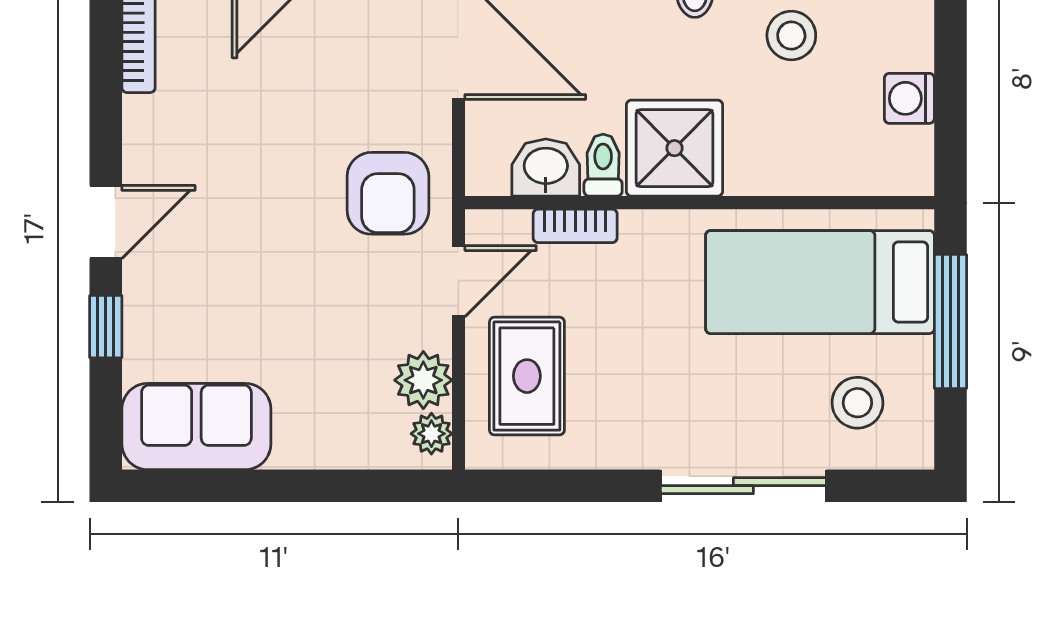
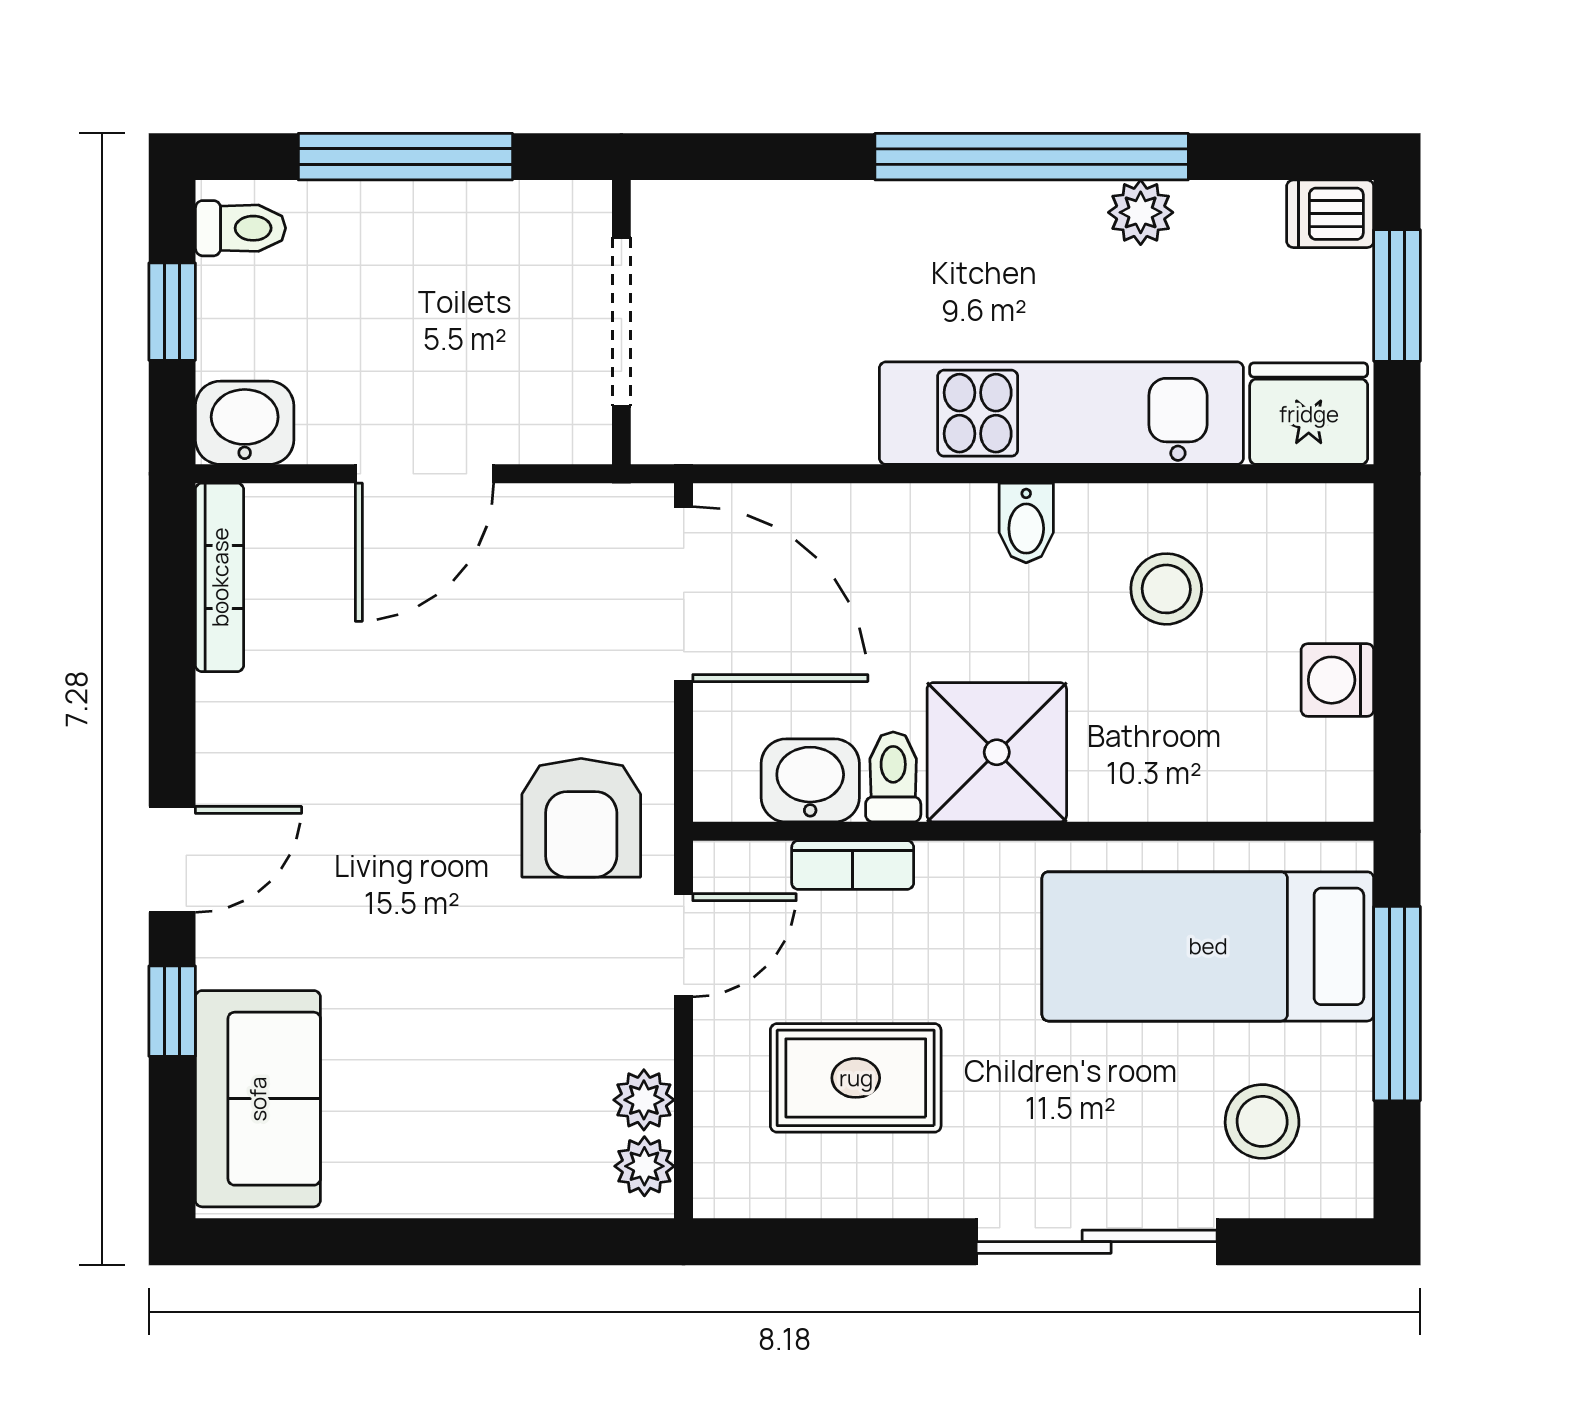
rug: (527, 376) -> (856, 1078), moved, turned 90
plant: (423, 380) -> (644, 1100), width x0.73, depth x0.73
sofa: (196, 426) -> (258, 1099), moved, turned 90

